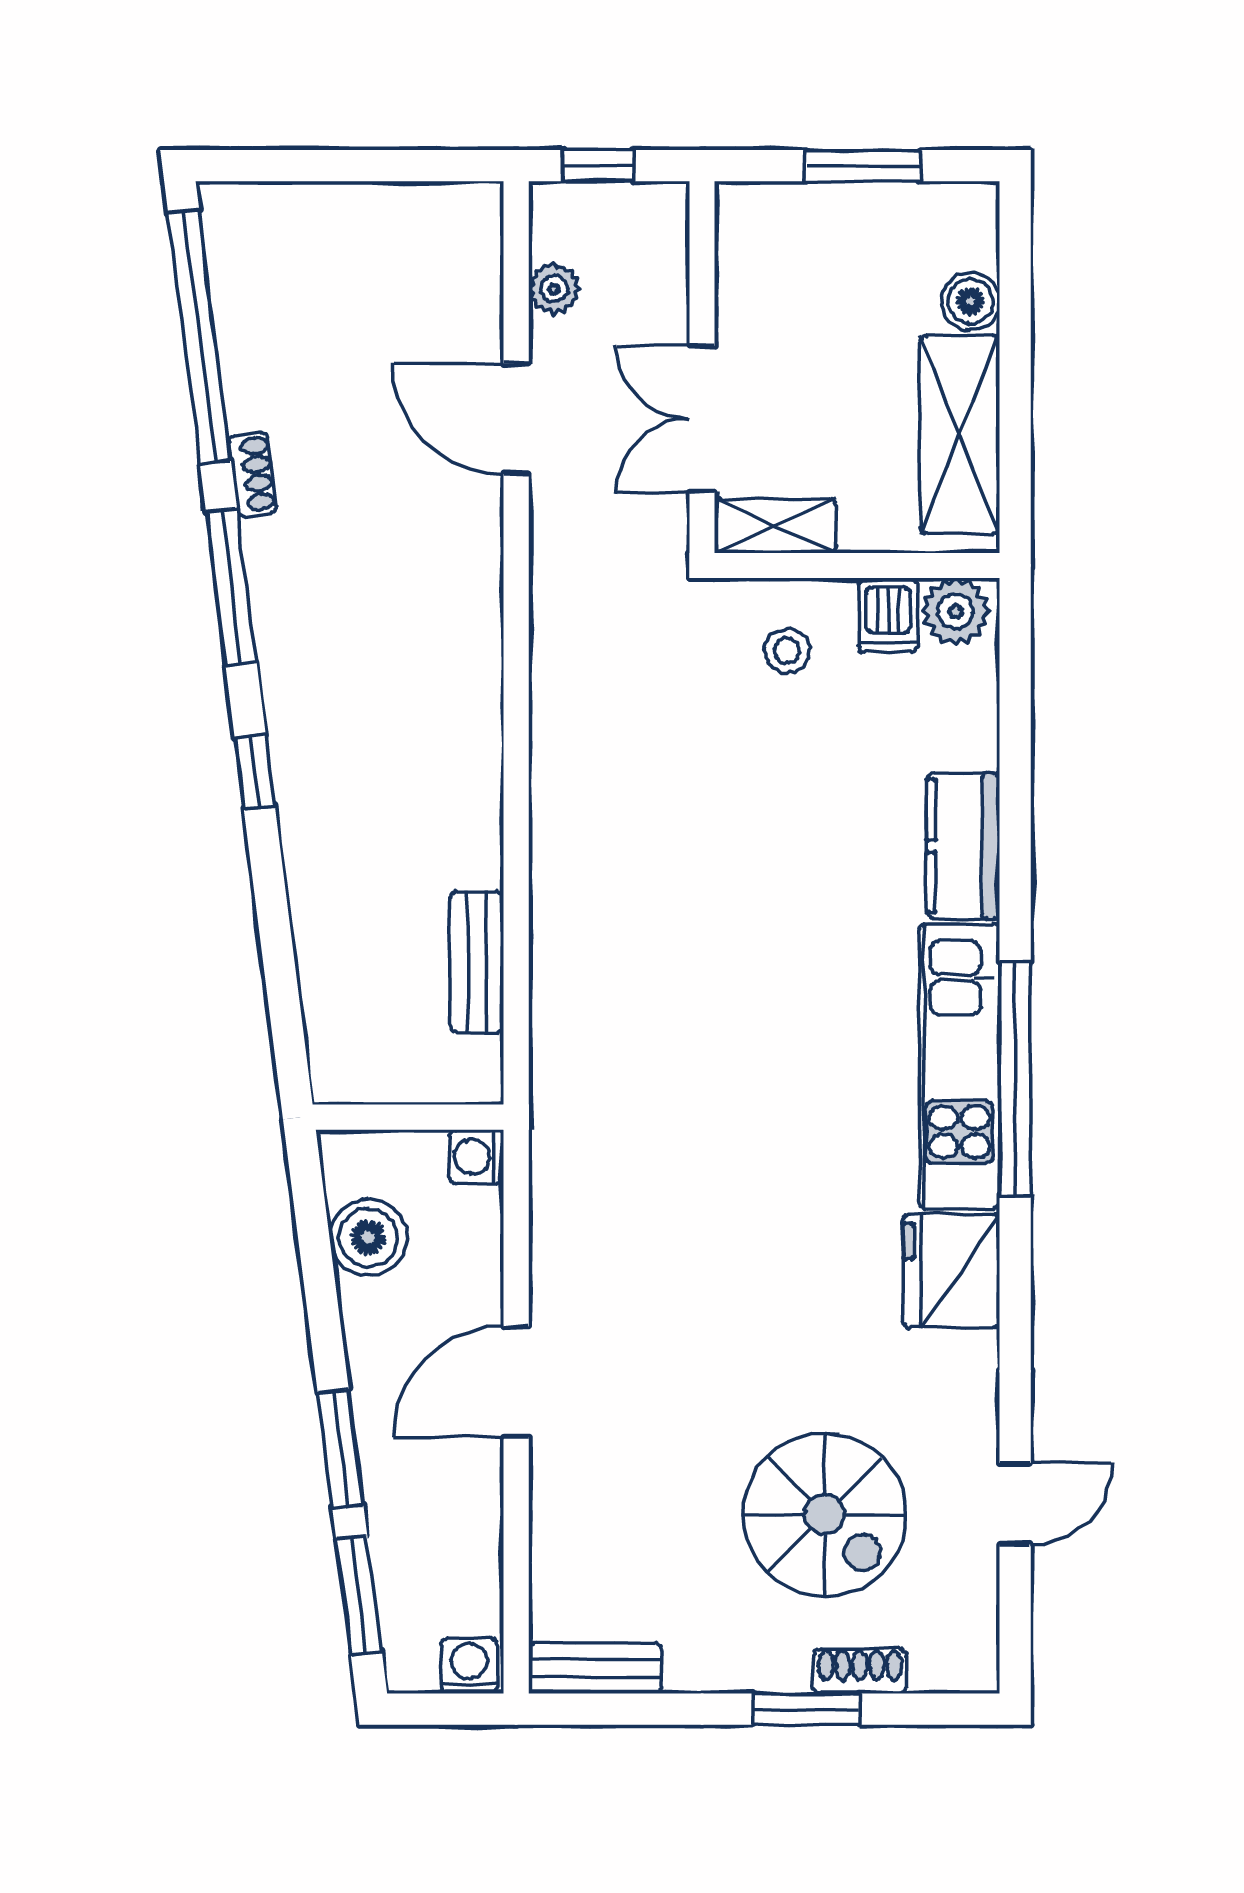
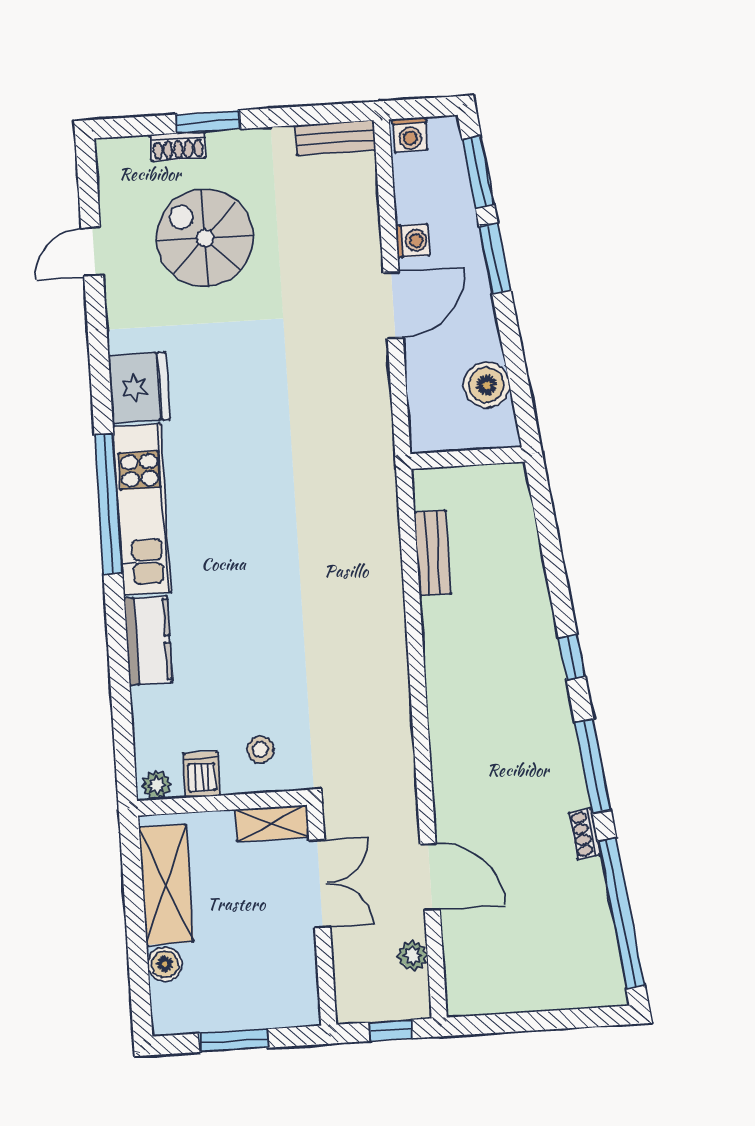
plant: (956, 611) -> (157, 785), width x0.73, depth x0.73
washing machine: (477, 1157) -> (413, 241), moved

